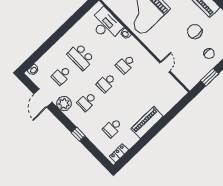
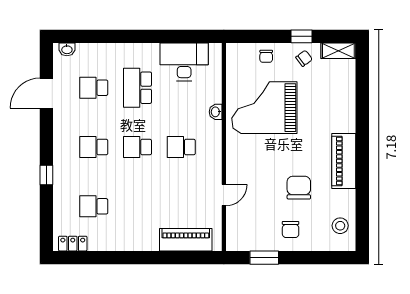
desk: (106, 25) -> (184, 62), moved, turned -90
plant: (64, 104) -> (65, 123), removed
piano: (147, 123) -> (186, 240), moved

